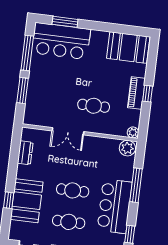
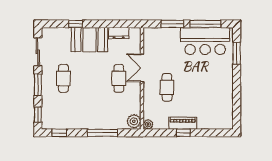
bar counter: (61, 41) -> (205, 41), moved, turned -90
booth: (128, 48) -> (221, 111), removed
cafe table: (73, 190) -> (119, 78), moved
booth: (27, 201) -> (90, 40), moved
bar counter: (115, 206) -> (82, 117), removed

